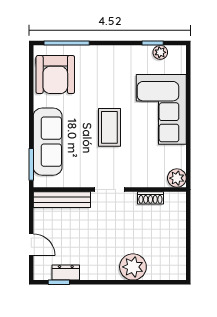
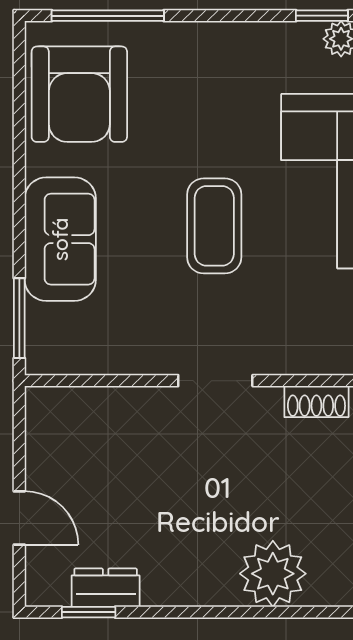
sofa: (48, 142) -> (60, 239), width x0.73
bench: (62, 200) -> (96, 406), removed

